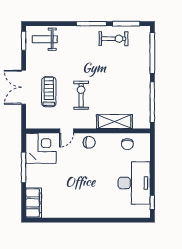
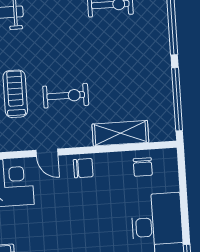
exercise bike: (81, 95) -> (66, 96), turned 90
door: (67, 131) -> (47, 153), hinge flipped

